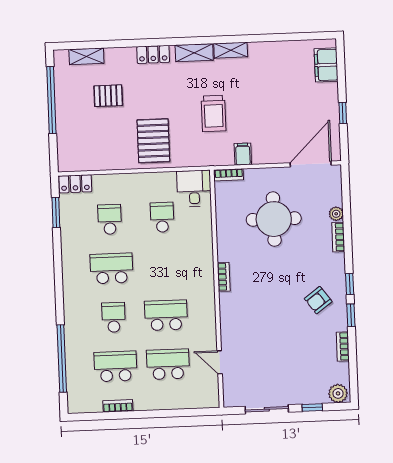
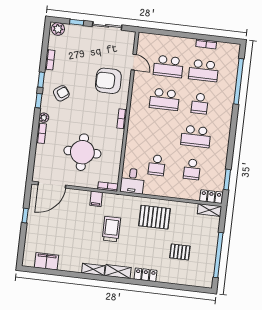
shelving: (86, 56) -> (209, 210), moved
filing cabinet: (326, 65) -> (46, 261), moved, turned -90
pallet: (153, 141) -> (154, 217), turned 90
plant: (336, 214) -> (44, 118), moved
armchair: (252, 329) -> (108, 81), added

